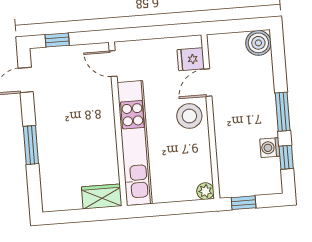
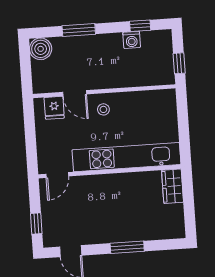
window: (283, 112) -> (79, 30), moved
stool: (189, 116) -> (103, 109), width x0.53, depth x0.53
plant: (205, 191) -> (169, 96), removed

